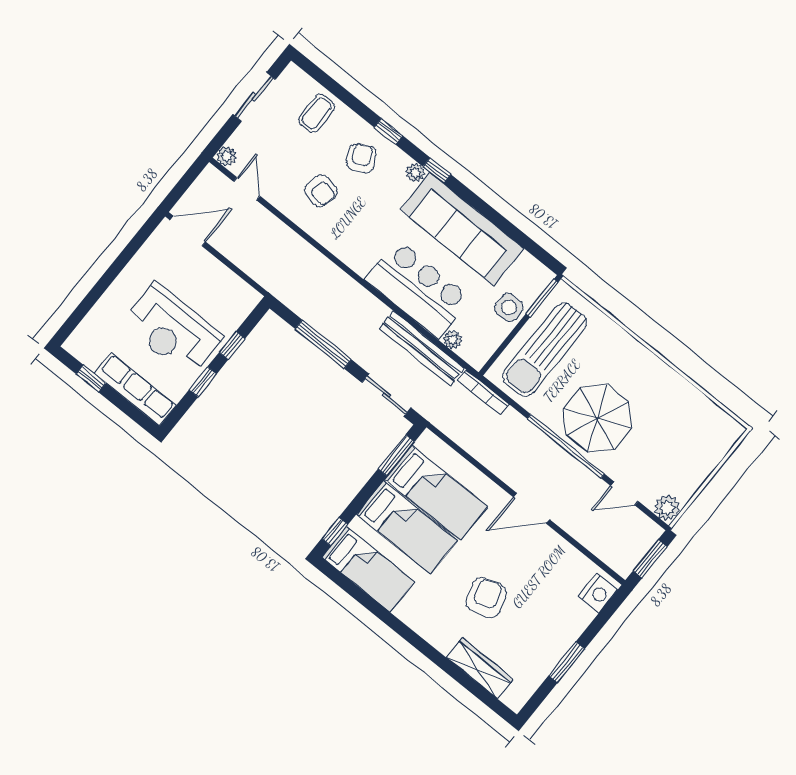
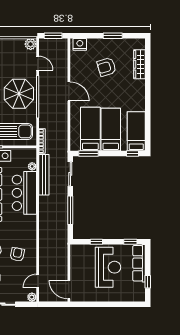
window: (203, 382) -> (130, 242), moved
armchair: (486, 598) -> (106, 67), moved

